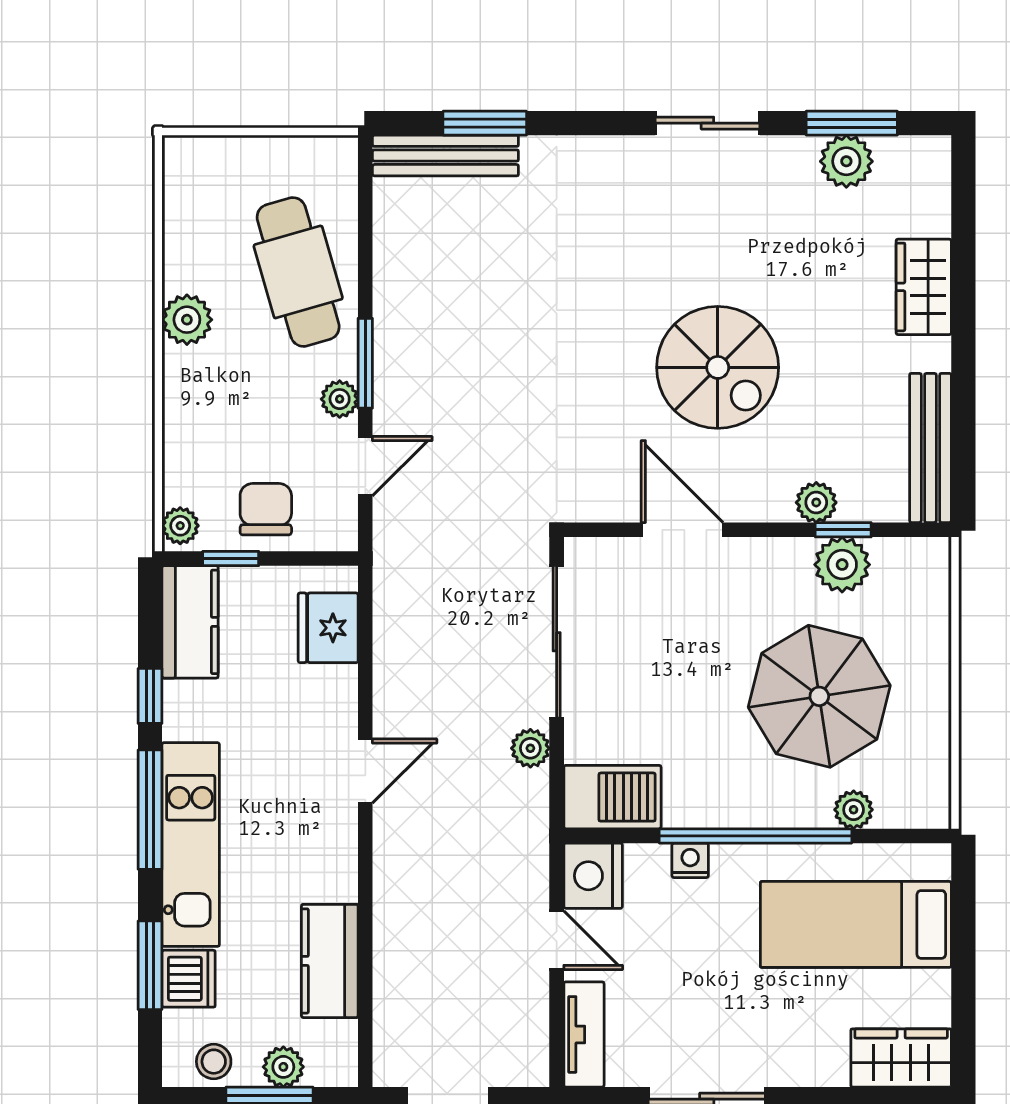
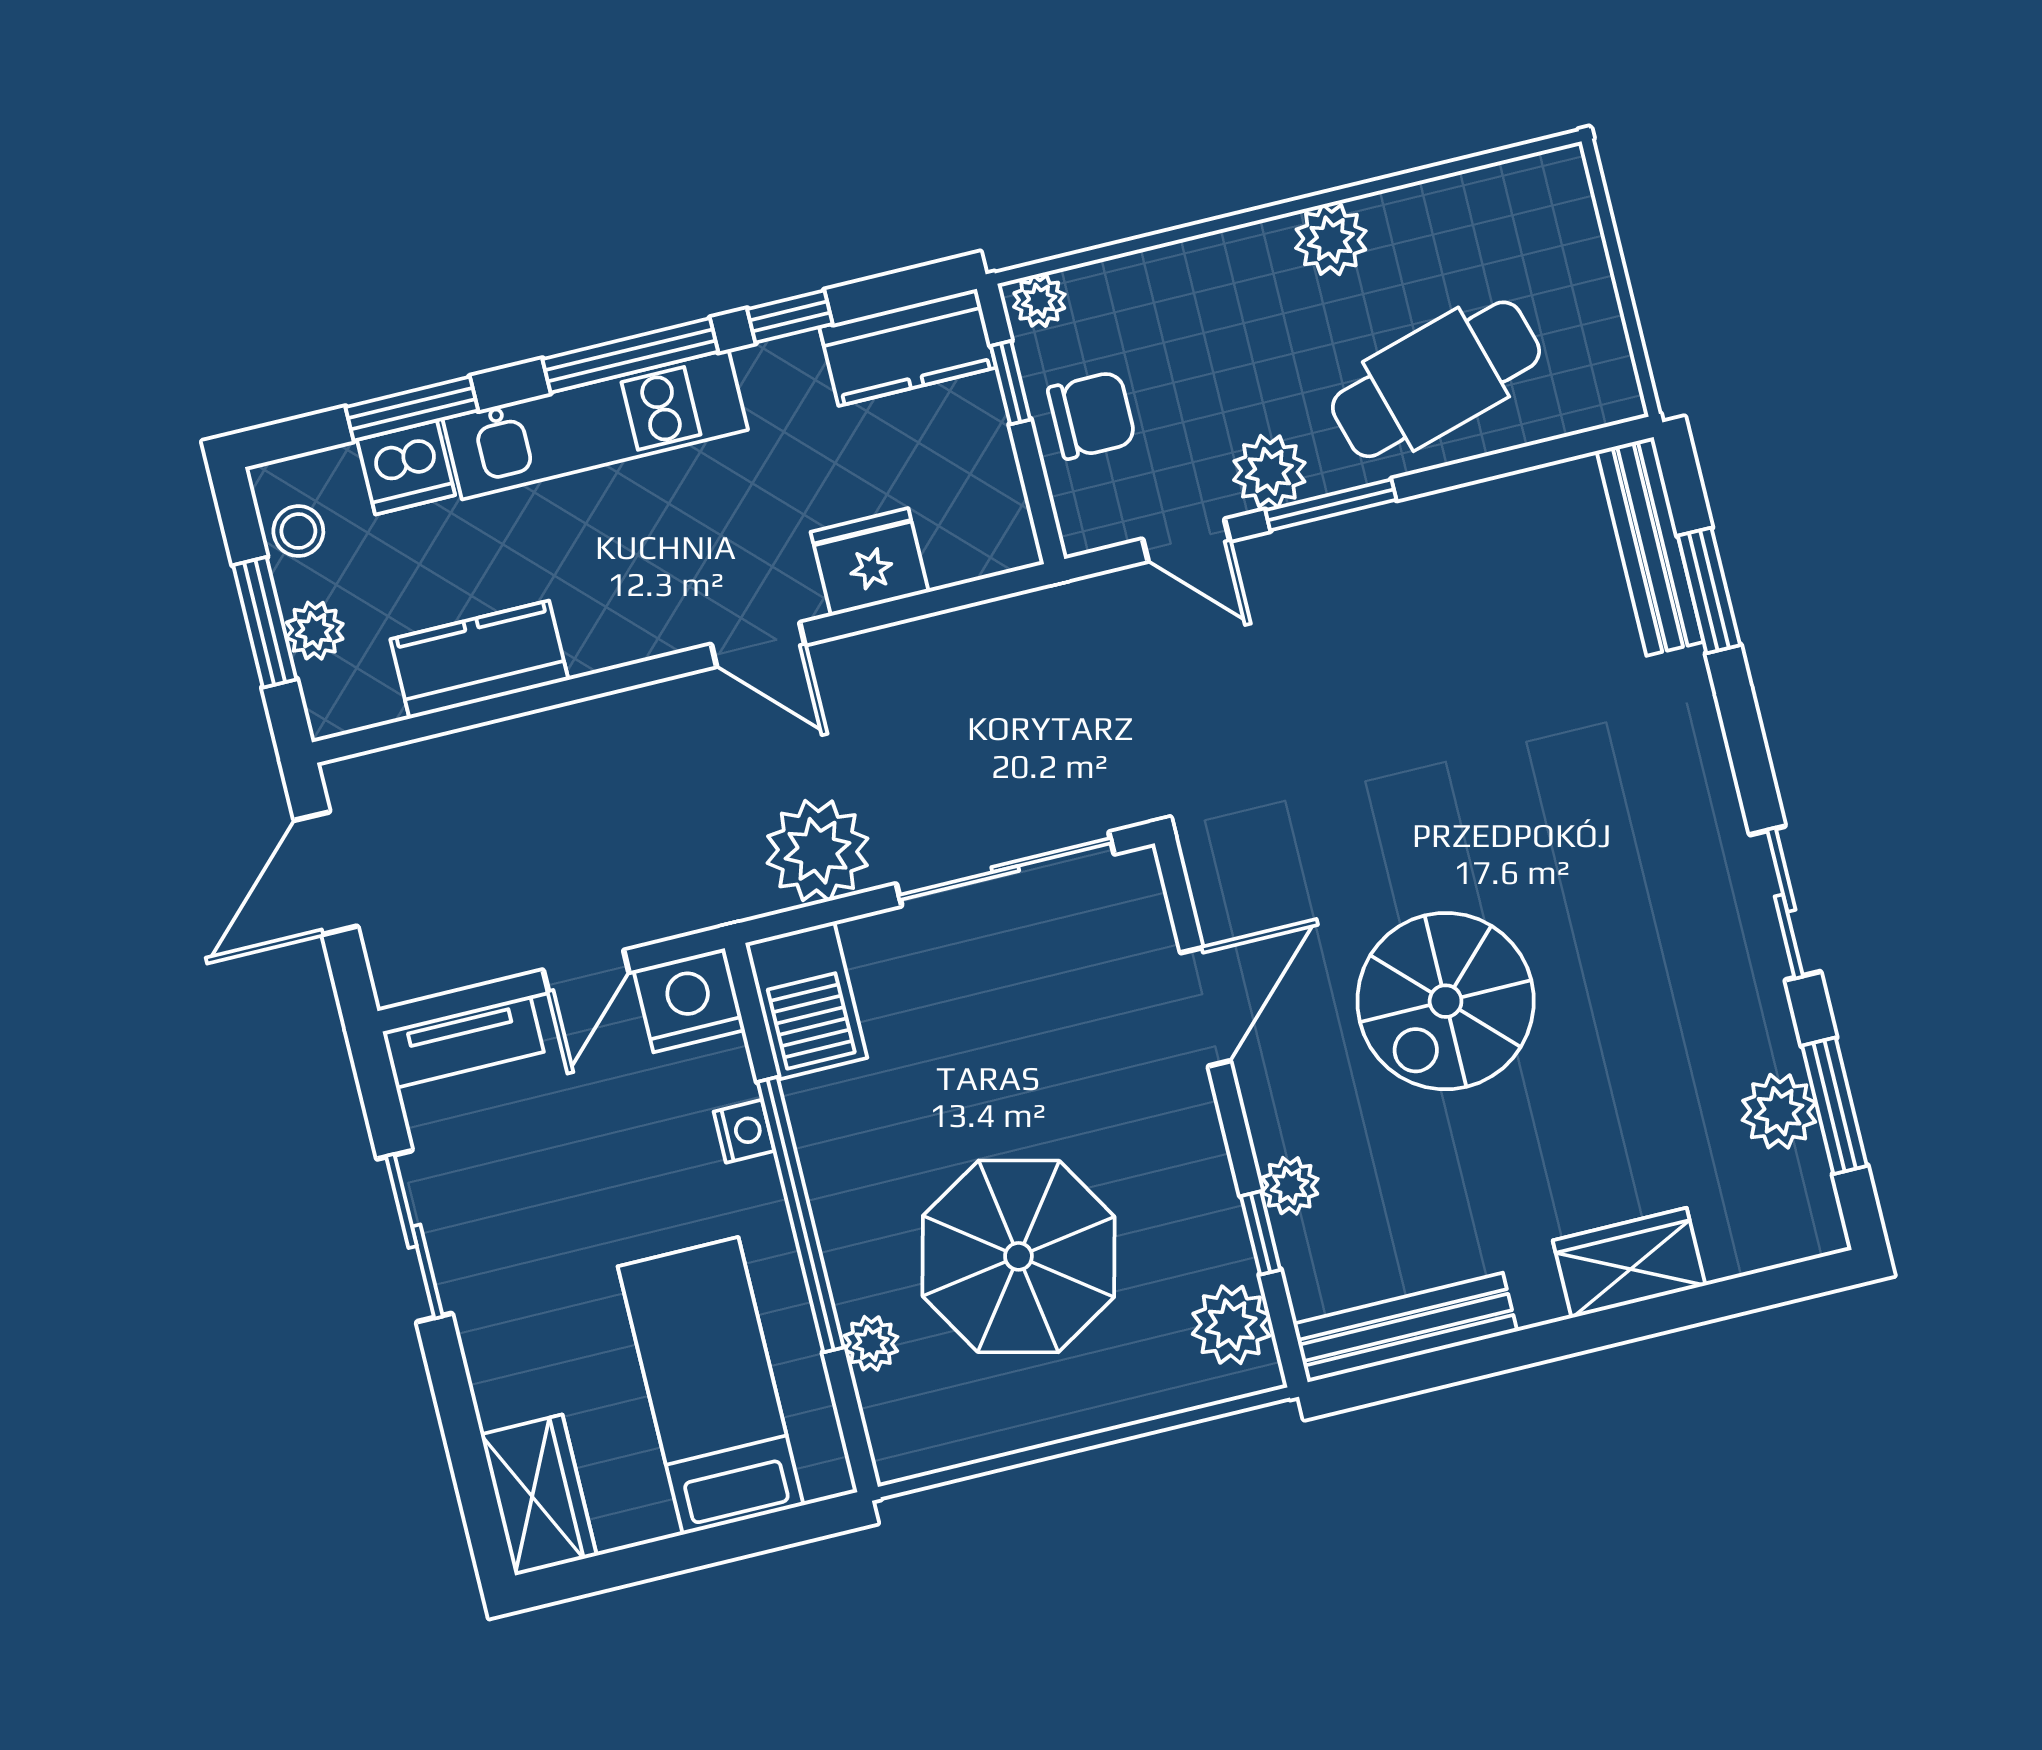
plant: (340, 399) -> (1269, 471), width x1.38, depth x1.38
plant: (842, 565) -> (1231, 1325), moved
fridge: (328, 628) -> (870, 562), moved
plant: (530, 748) -> (817, 851), width x1.88, depth x1.88

